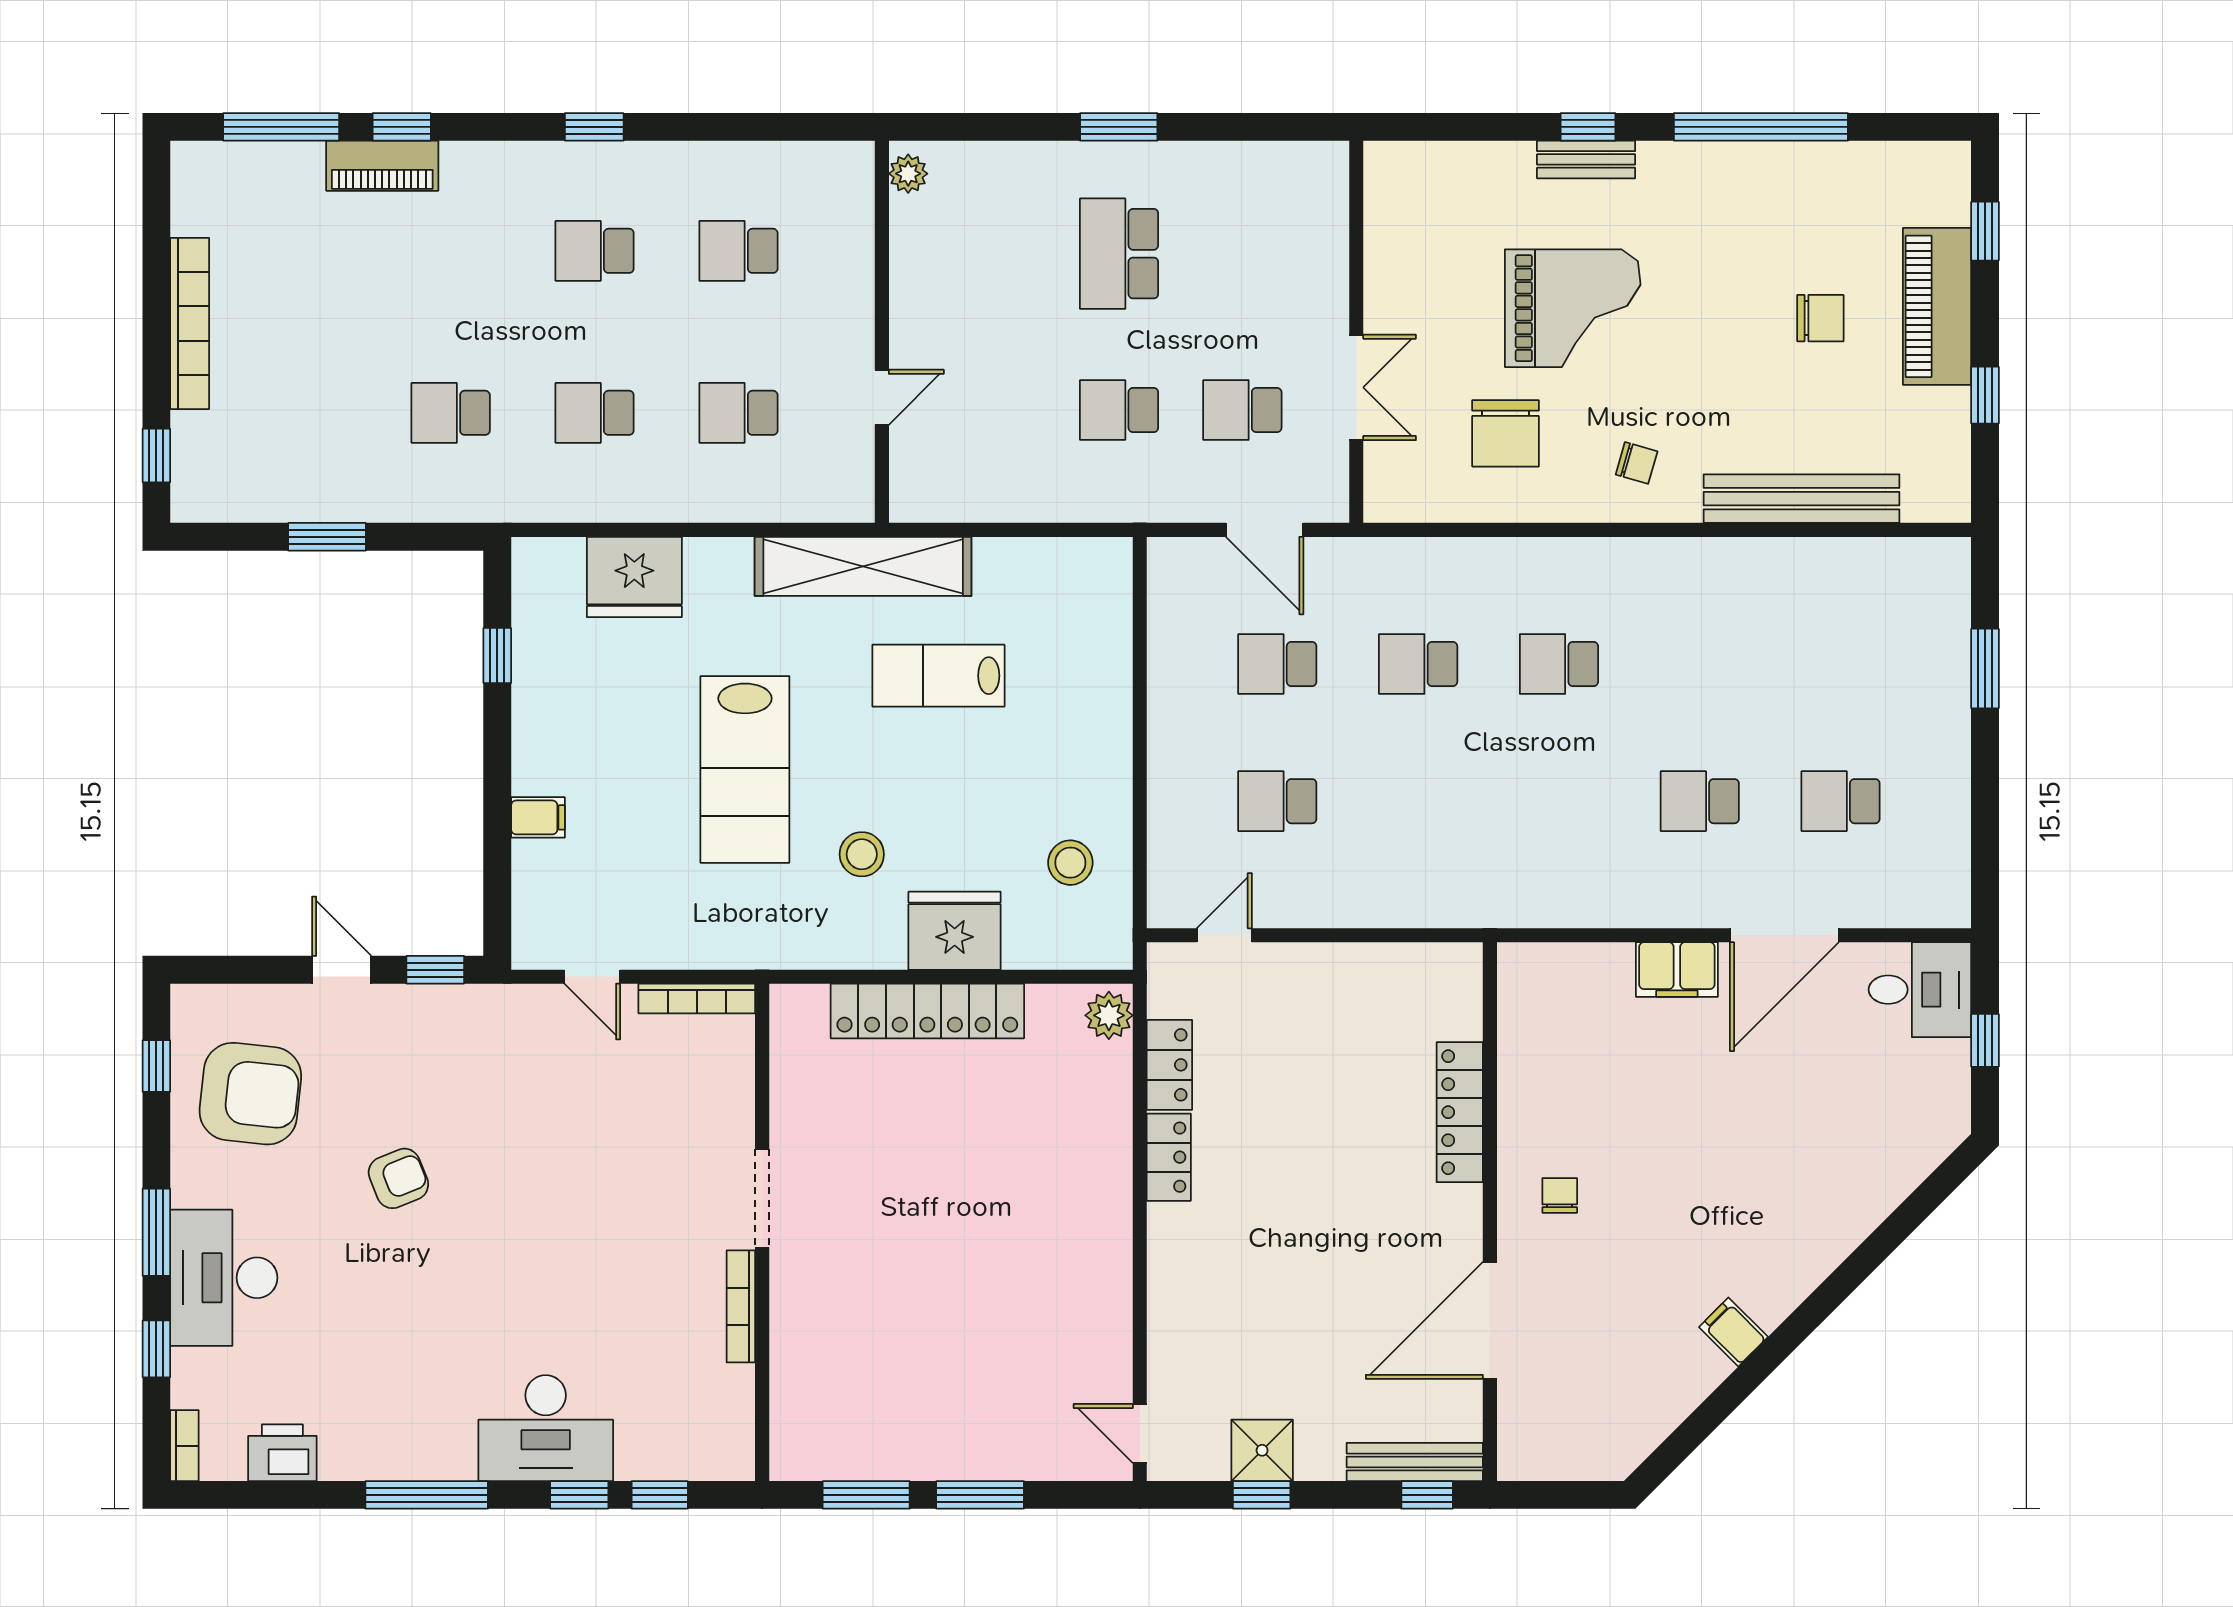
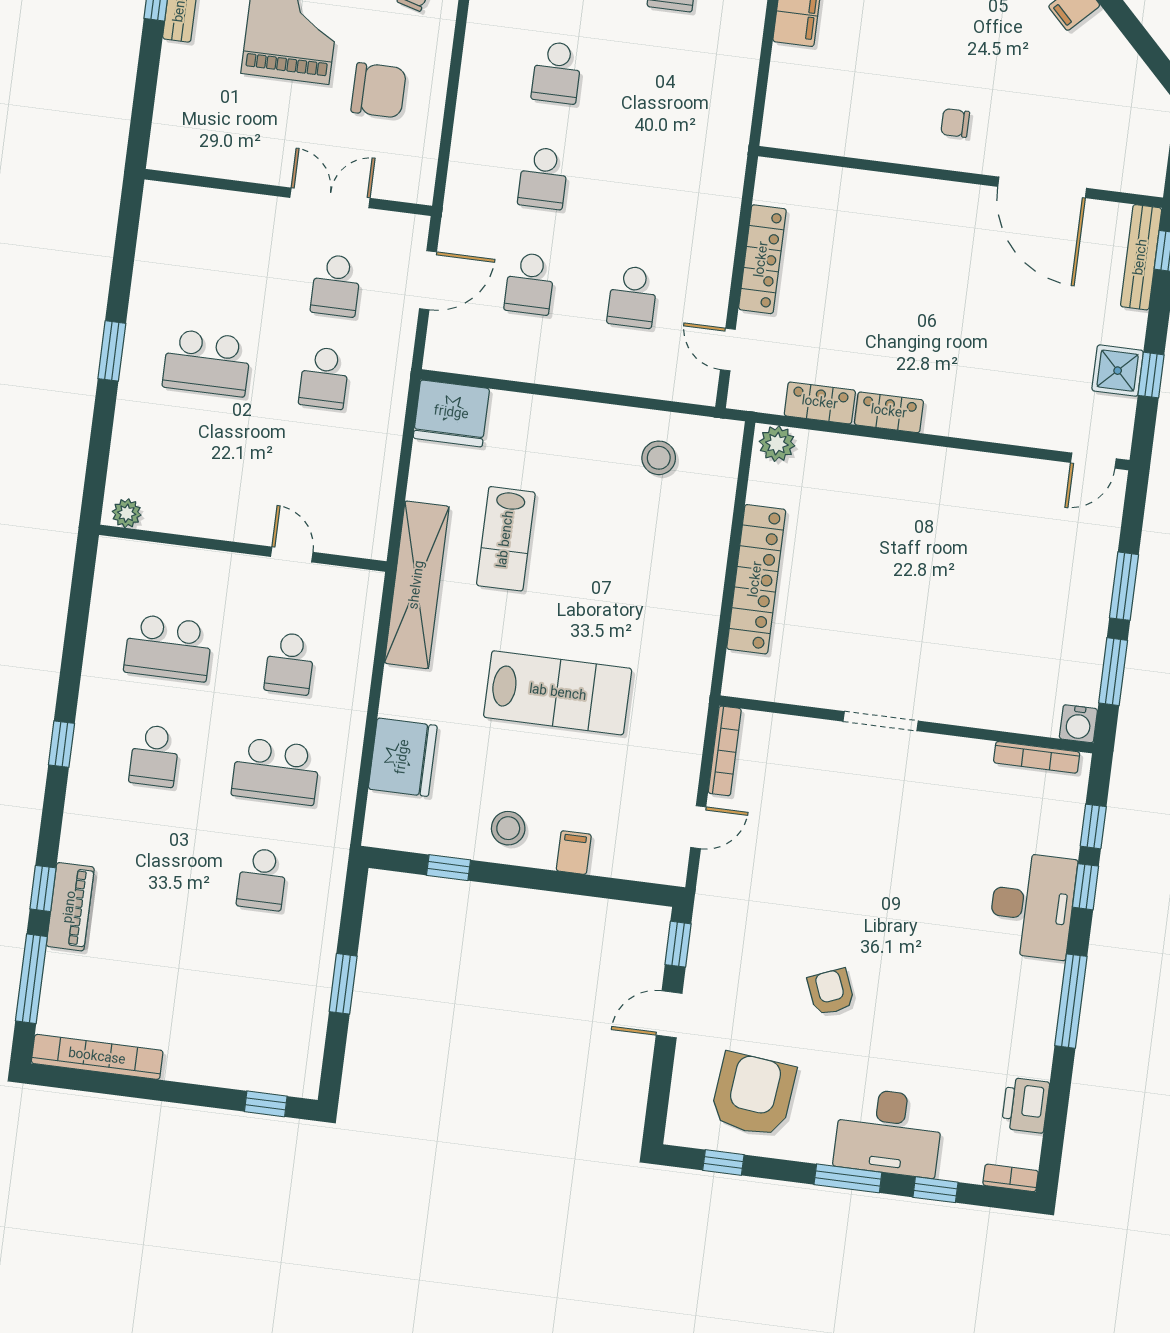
school desk: (738, 251) -> (168, 648), width x1.85
bookcase: (190, 324) -> (97, 1057), moved
school desk: (595, 413) -> (276, 771), width x1.85
stool: (862, 854) -> (508, 828), moved
fridge: (955, 931) -> (451, 413), moved, turned -90
locker: (1460, 1112) -> (762, 259), moved, turned -90
bookcase: (741, 1306) -> (1037, 757), moved
water cooler: (792, 1458) -> (1078, 724), added

